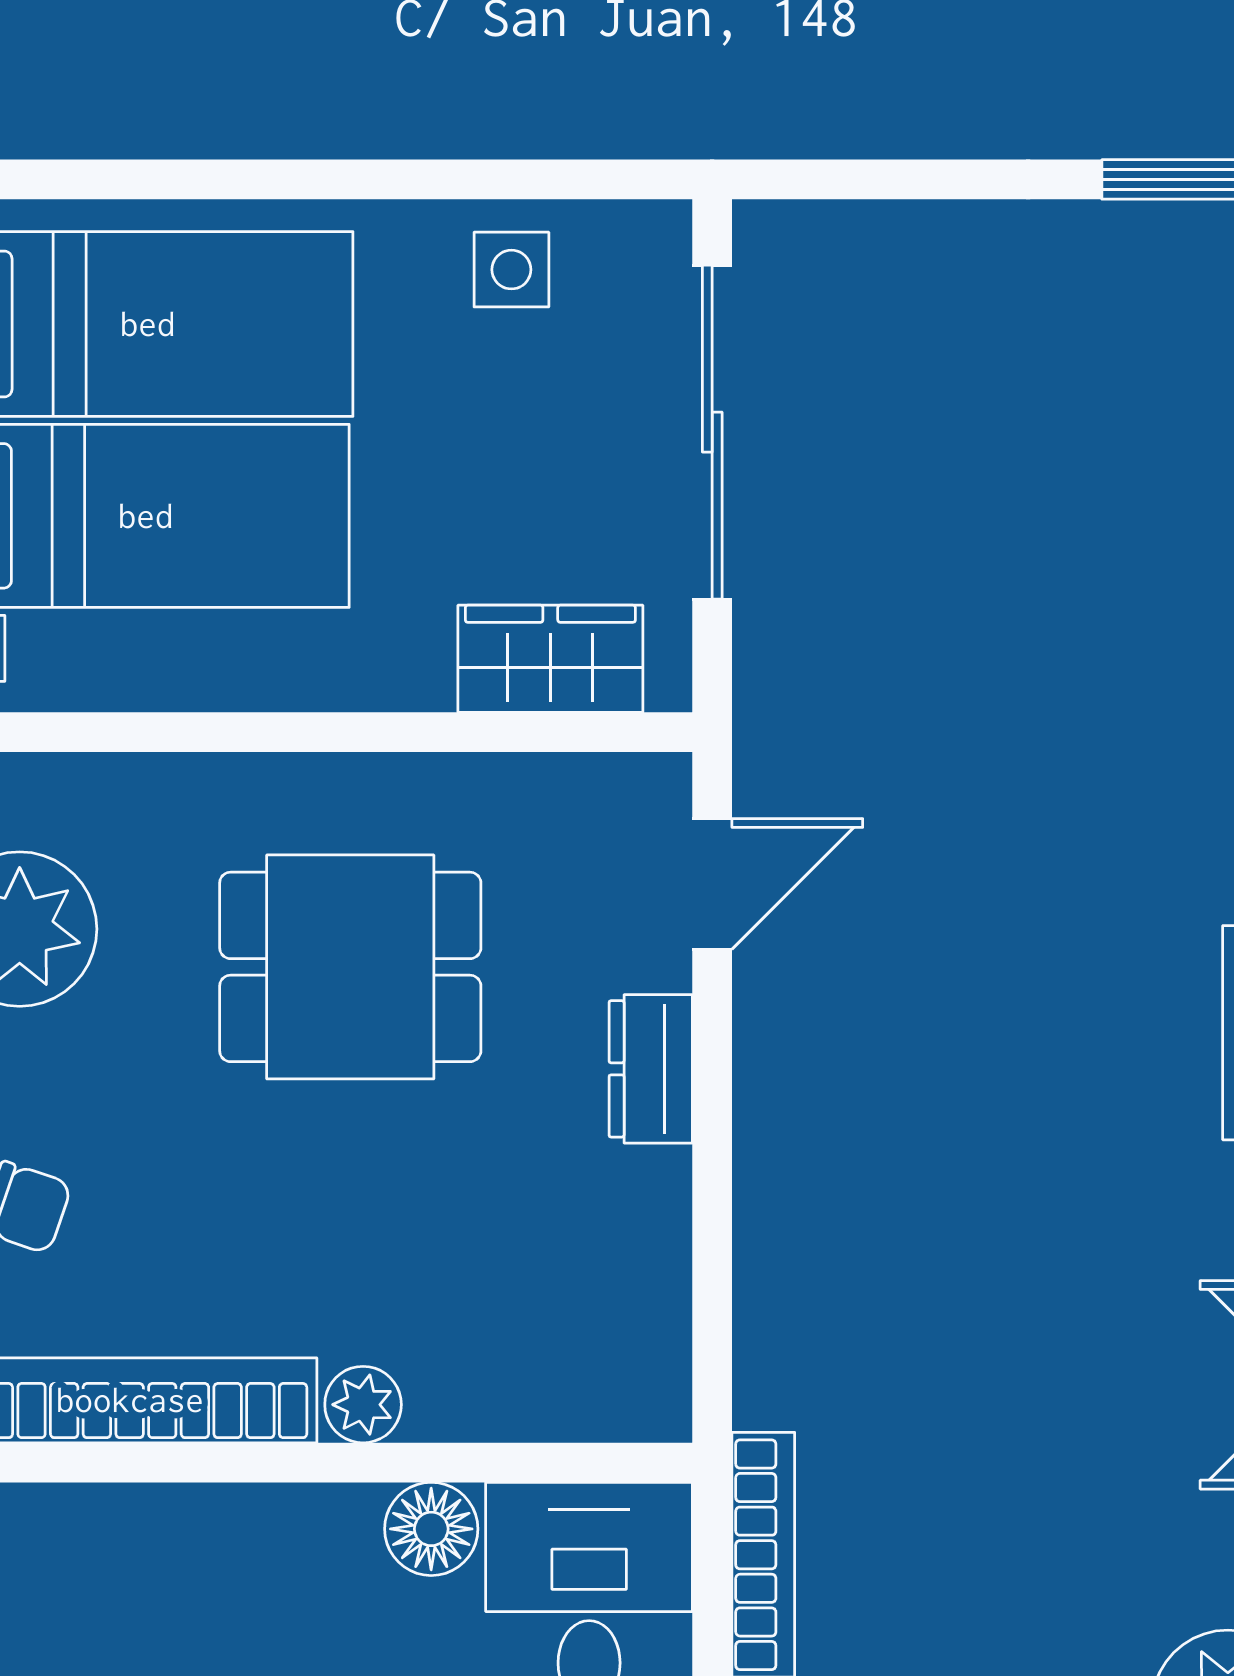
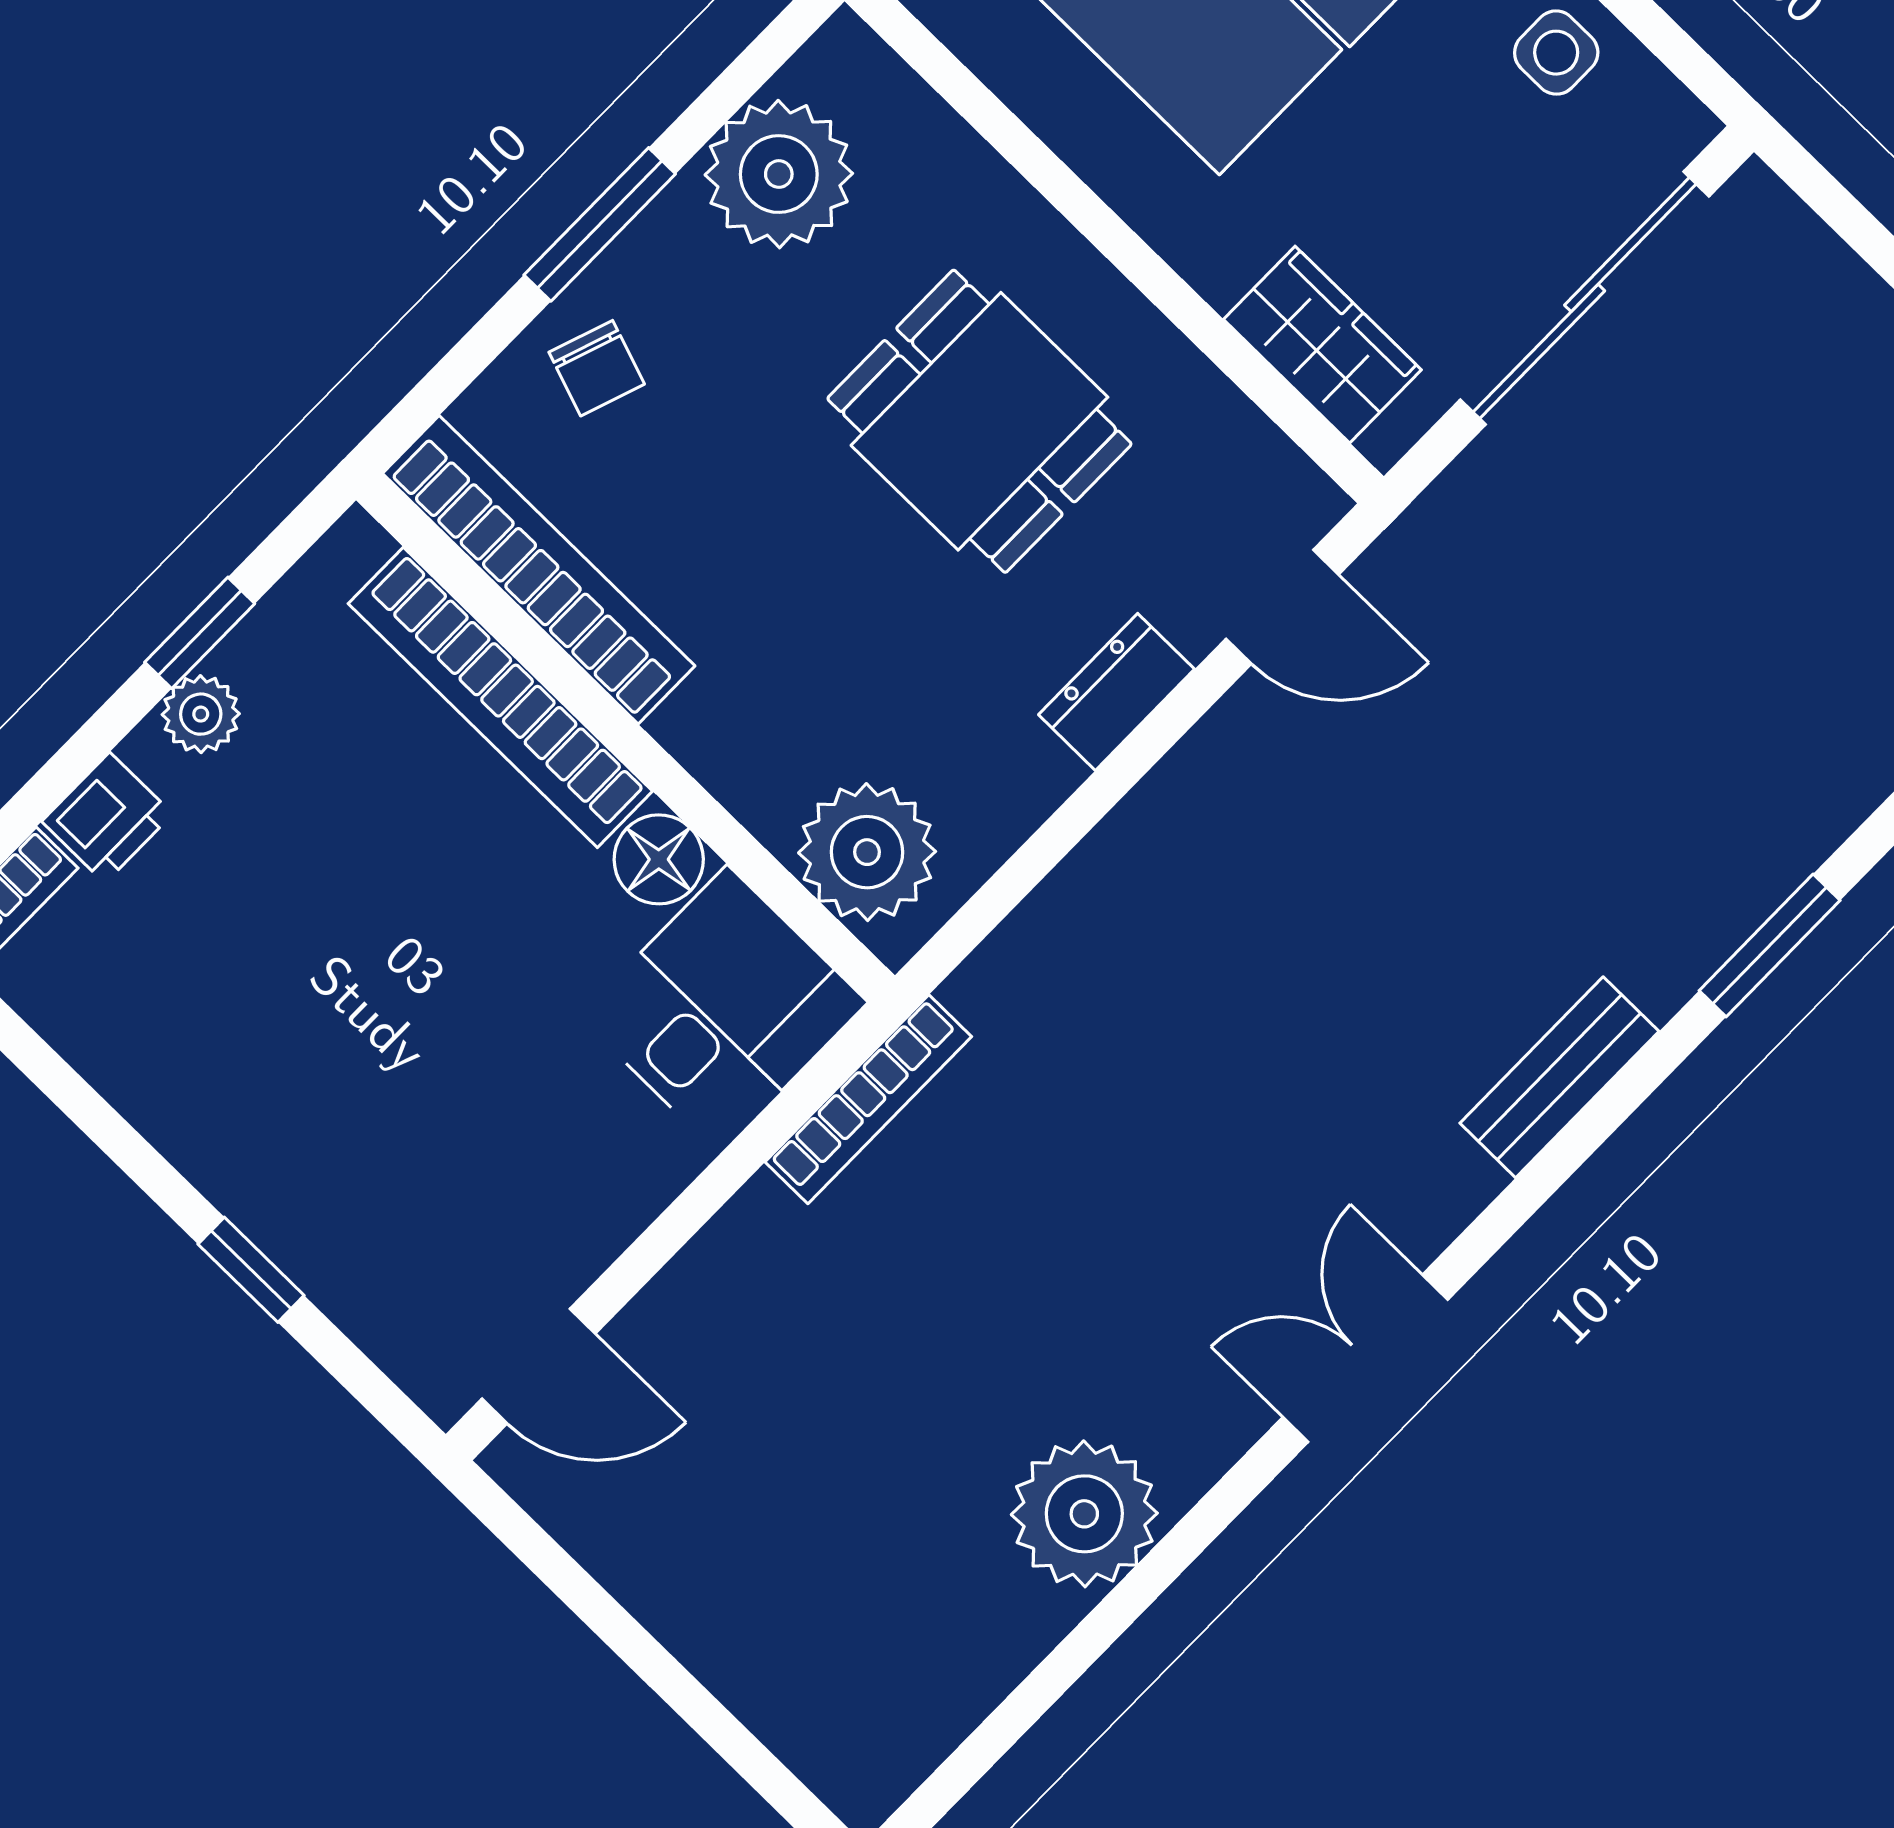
plant: (363, 1405) -> (867, 852), moved, width x1.88, depth x1.88
bookcase: (194, 1524) -> (500, 697), added

